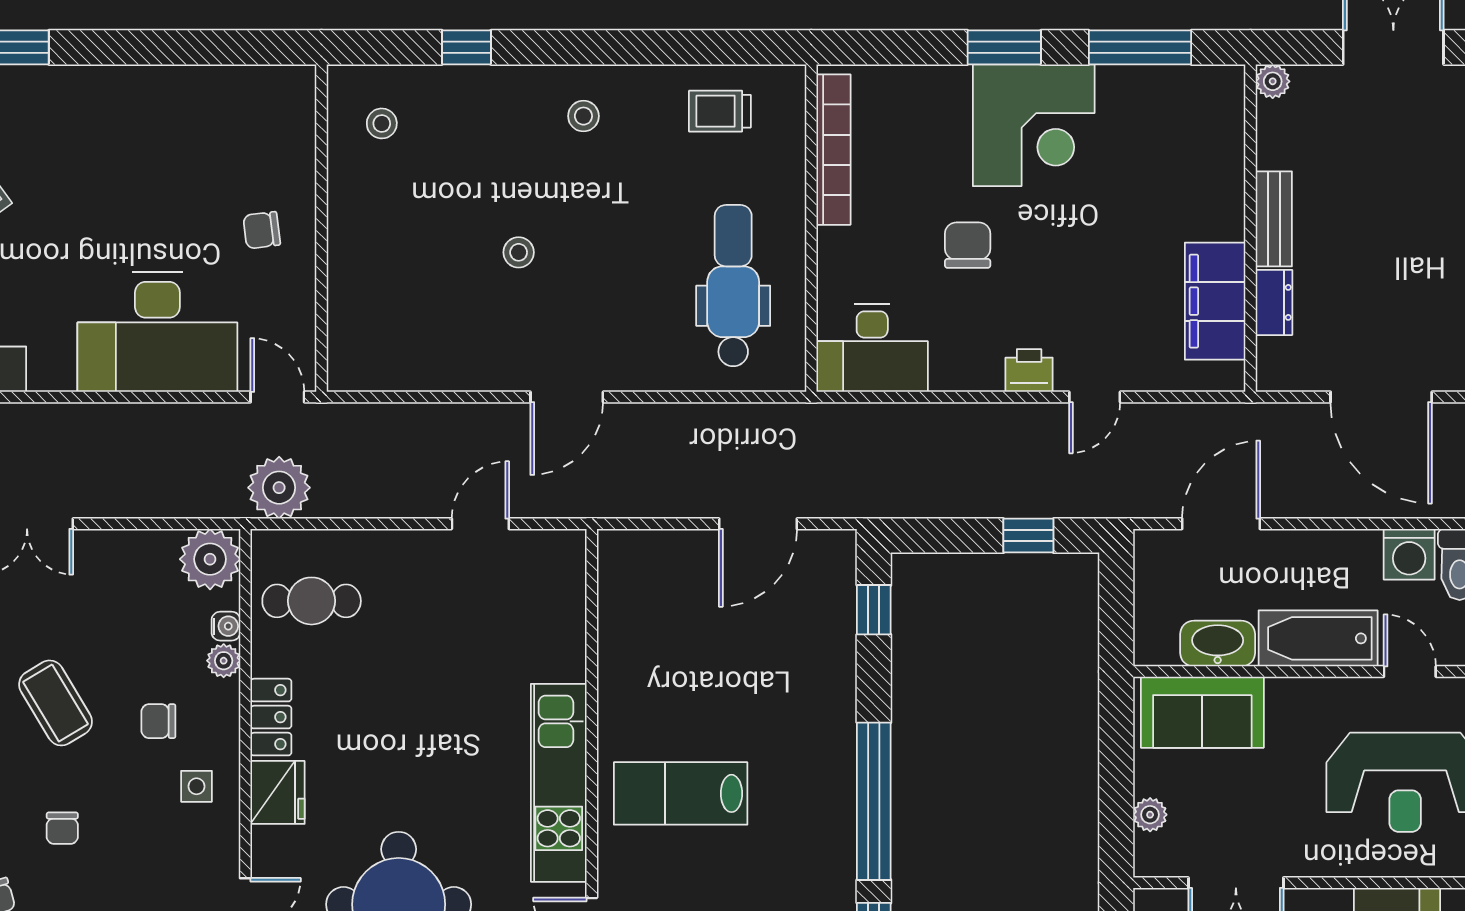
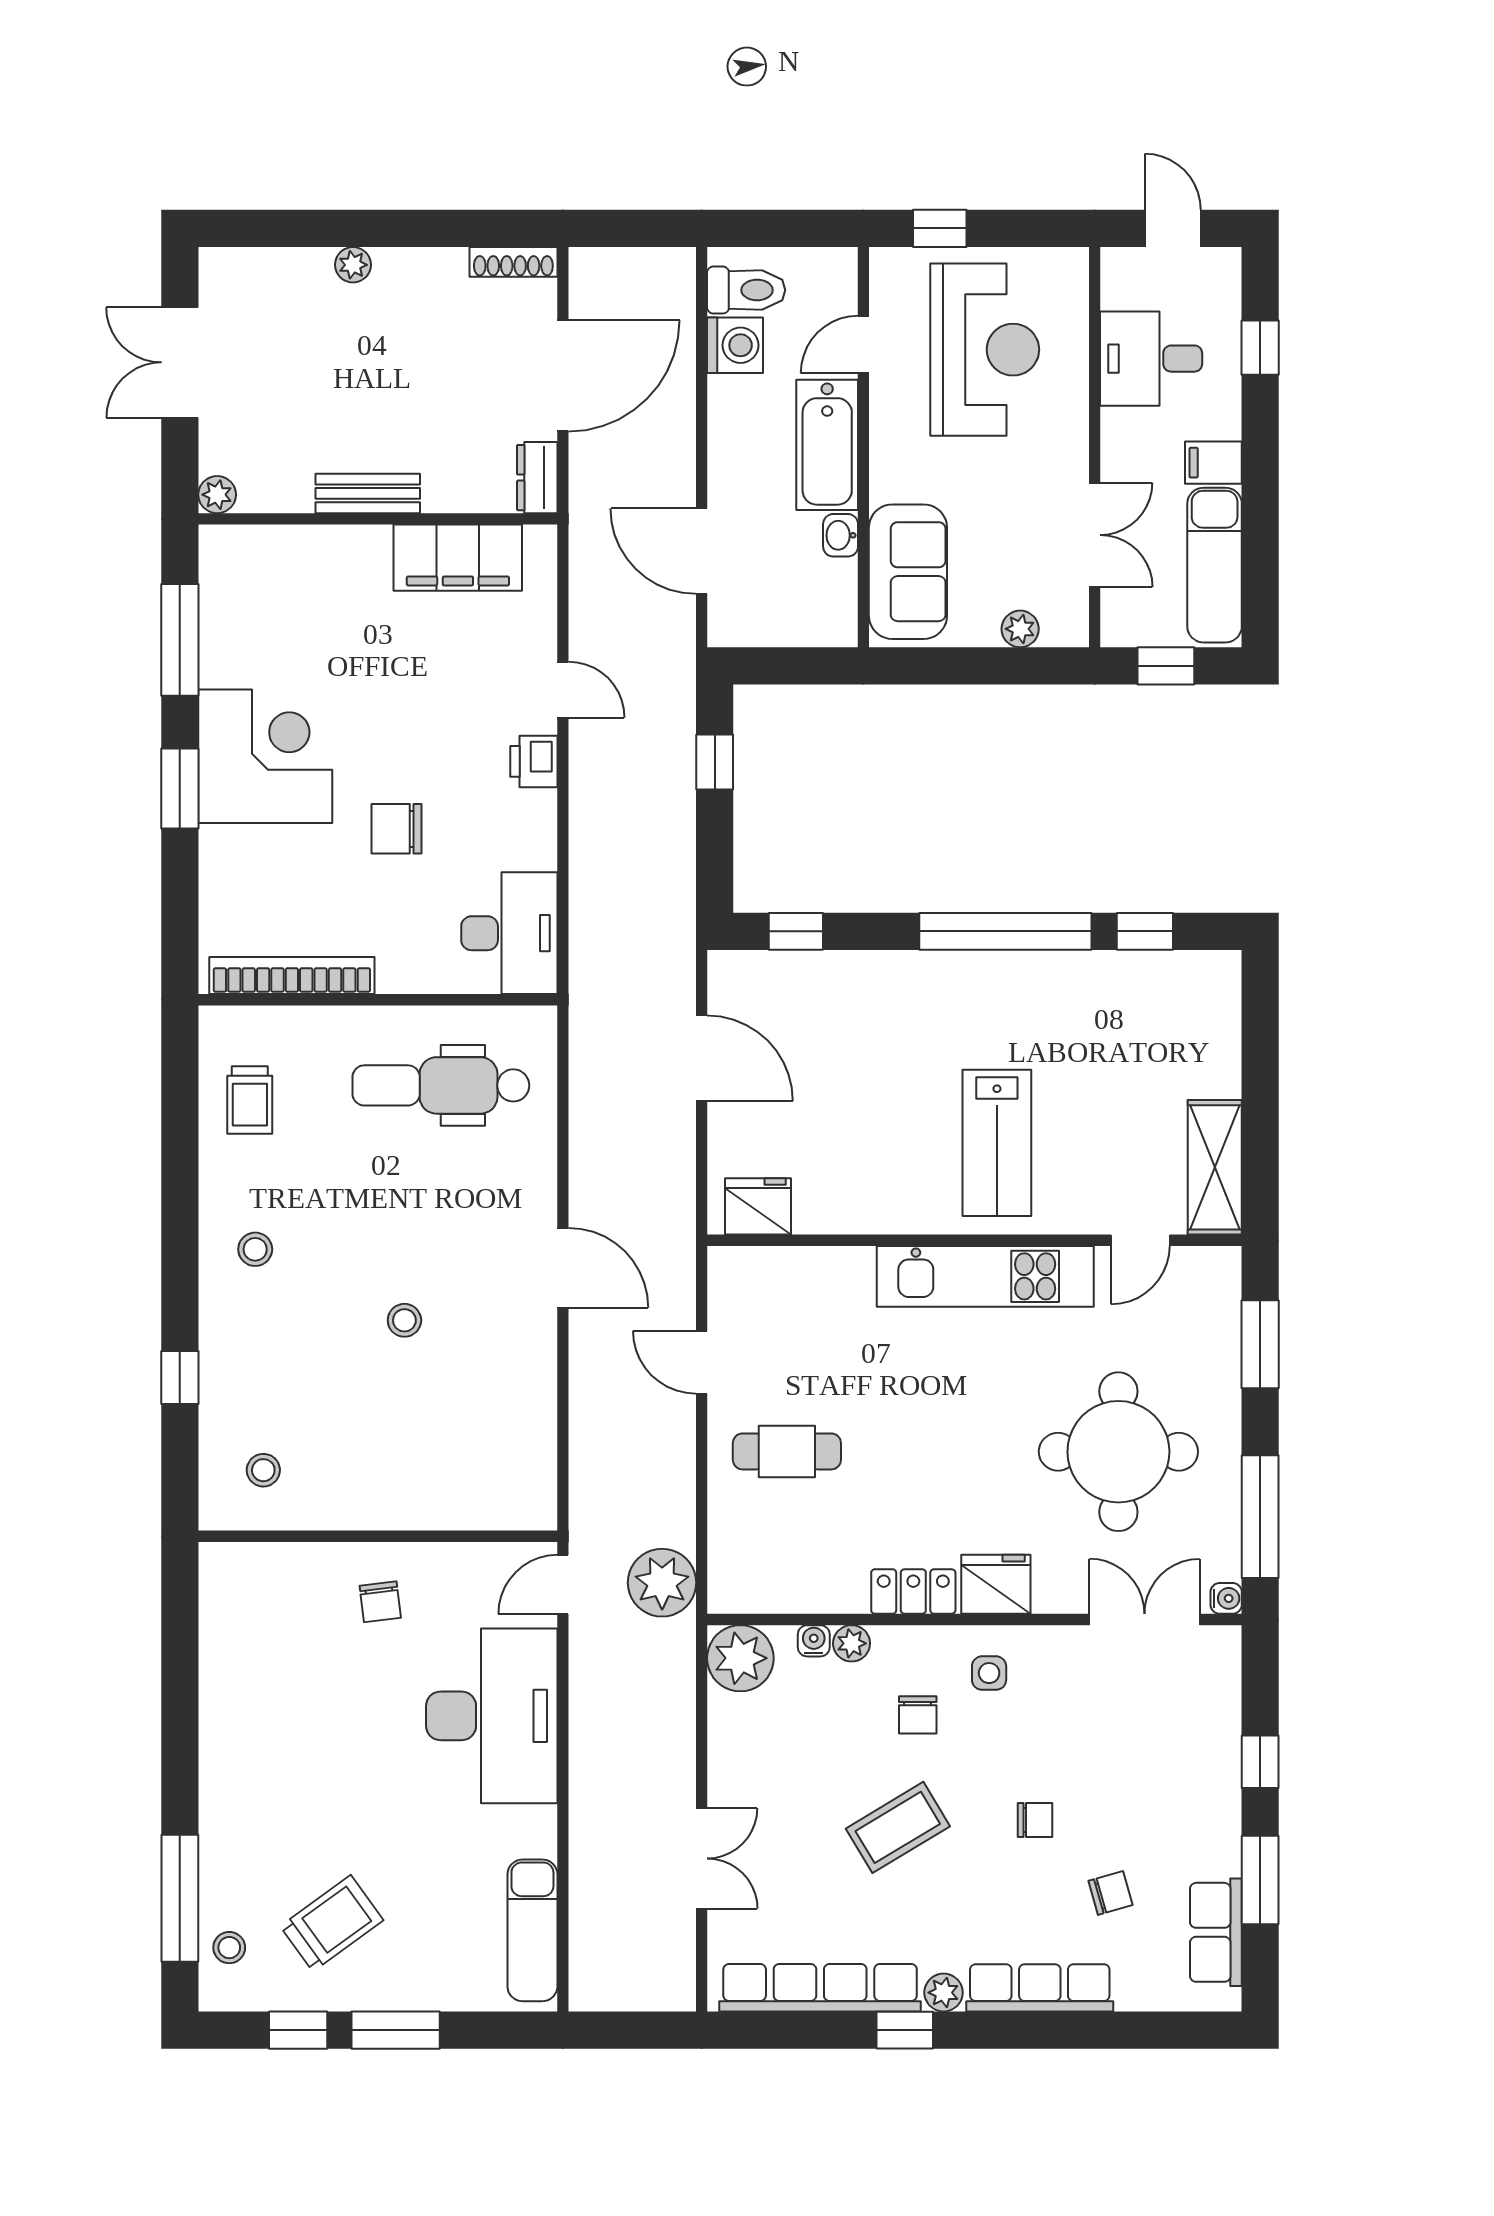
dresser: (1274, 302) -> (537, 478), moved, turned -90
fridge: (623, 575) -> (758, 1206), added
cafe table: (312, 601) -> (787, 1451), moved, turned 90
washbasin: (1218, 644) -> (841, 535), width x0.52, depth x0.69

